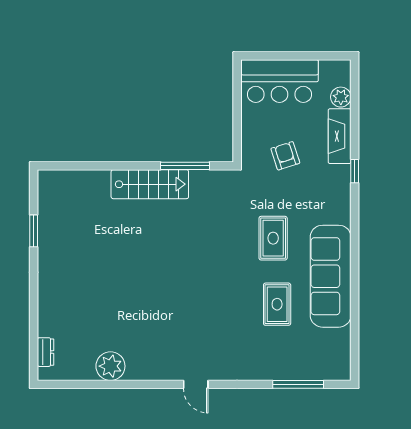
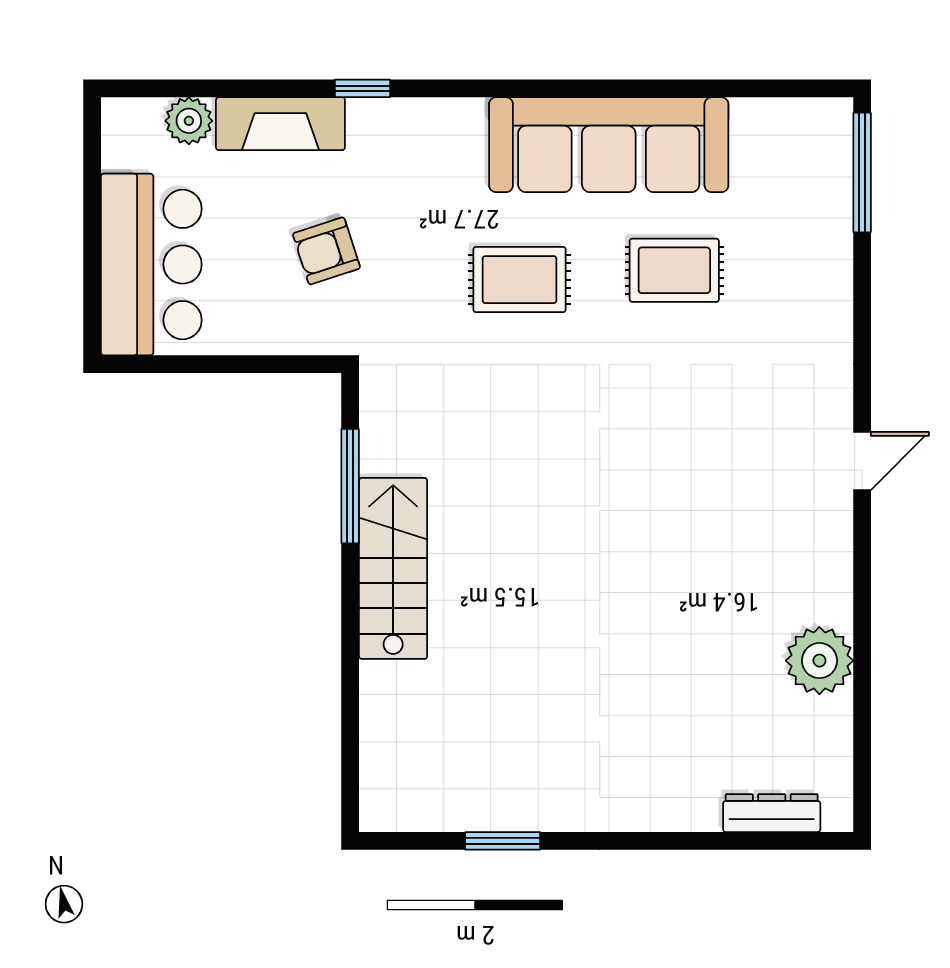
dresser: (45, 352) -> (772, 813), width x1.44
window: (298, 384) -> (862, 173), moved

